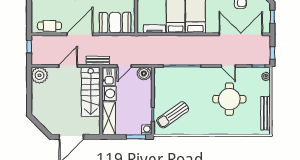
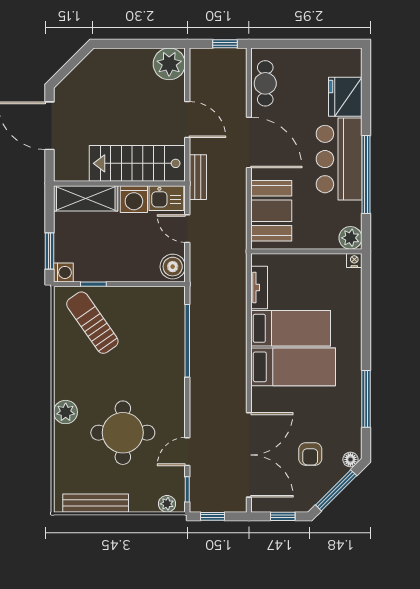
door: (228, 66) -> (187, 452), moved
plant: (219, 129) -> (66, 412), added

